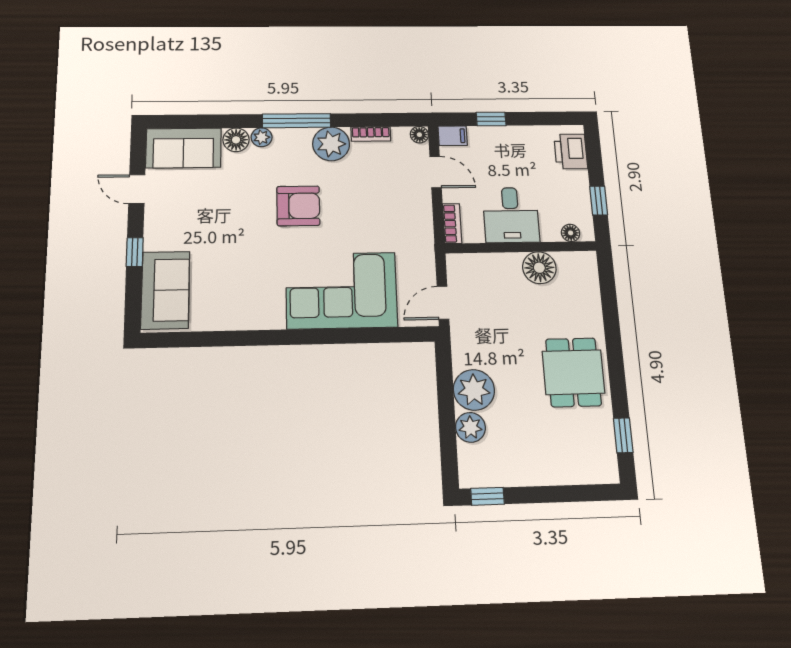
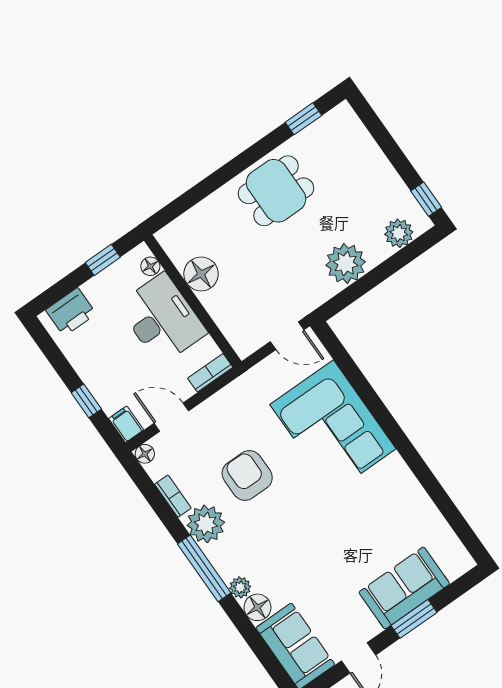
door: (436, 172) -> (171, 417), hinge flipped
armchair: (298, 206) -> (247, 476), moved
desk: (511, 215) -> (162, 319), width x1.37
window: (135, 252) -> (414, 619), width x1.50
sofa: (165, 290) -> (404, 588), moved
plant: (470, 427) -> (399, 233), moved

